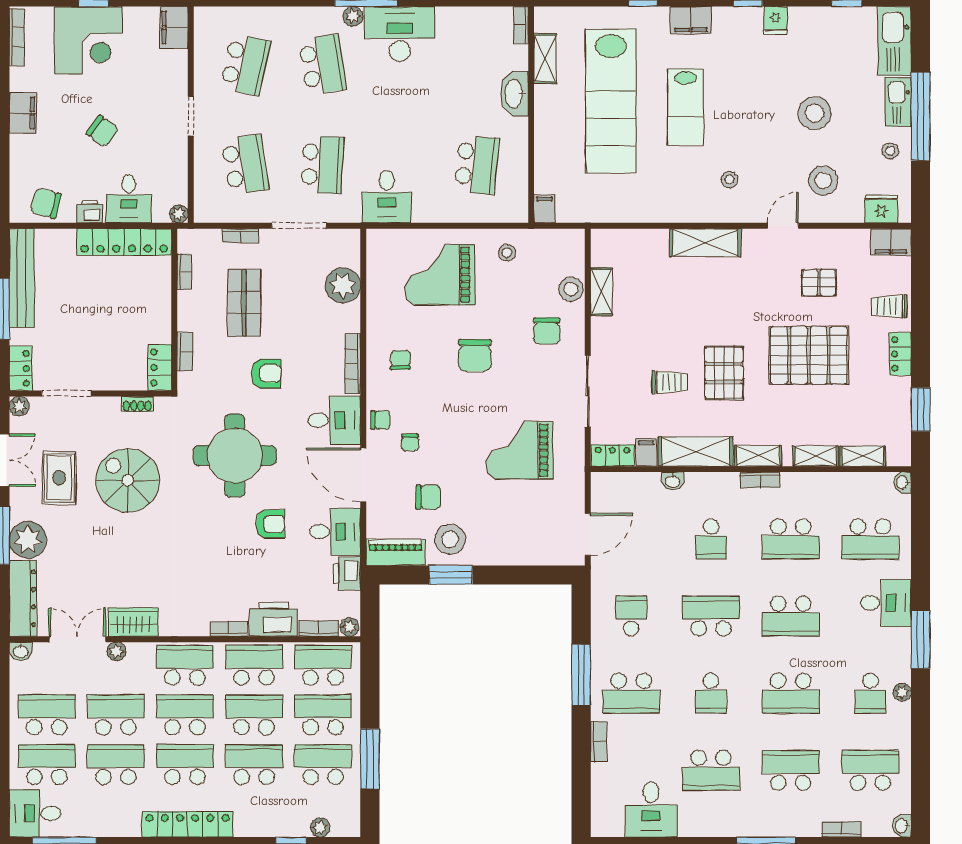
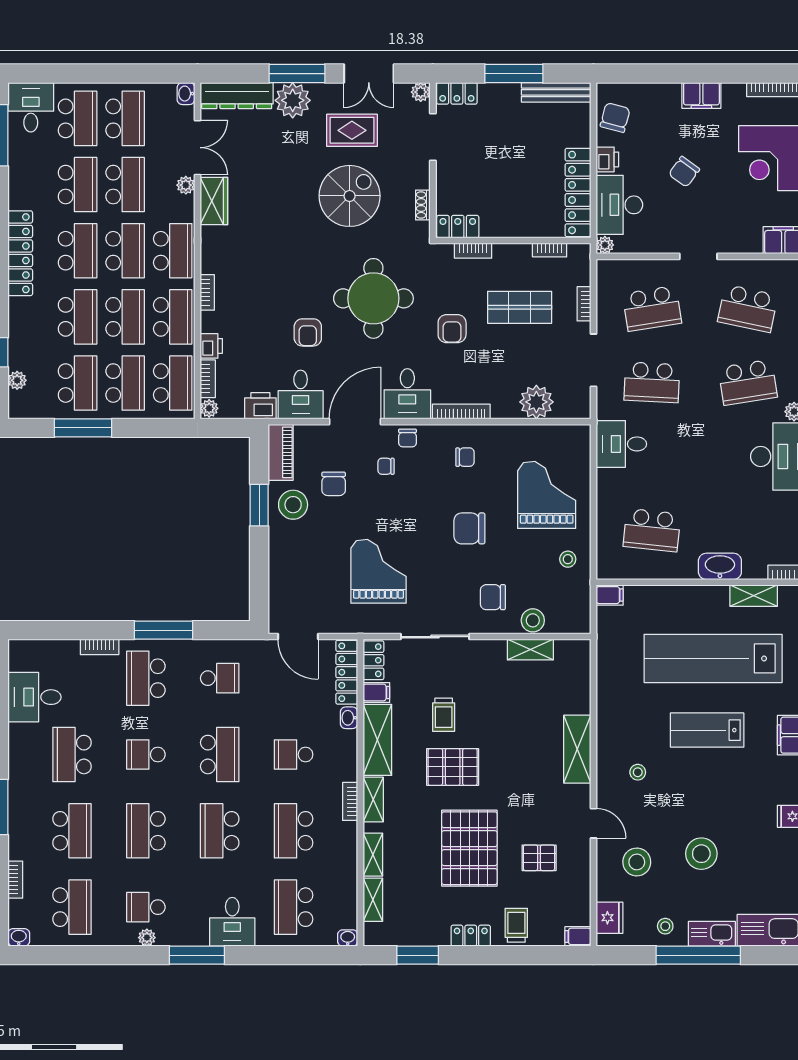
desk: (129, 199) -> (619, 205), width x1.37
filing cabinet: (891, 242) -> (578, 936), width x0.50
bench: (22, 278) -> (556, 92), width x0.73, depth x0.82
pallet: (819, 283) -> (539, 858), turned 90
locker: (625, 483) -> (347, 672), added
printer: (273, 619) -> (211, 346), width x0.53, depth x0.68

